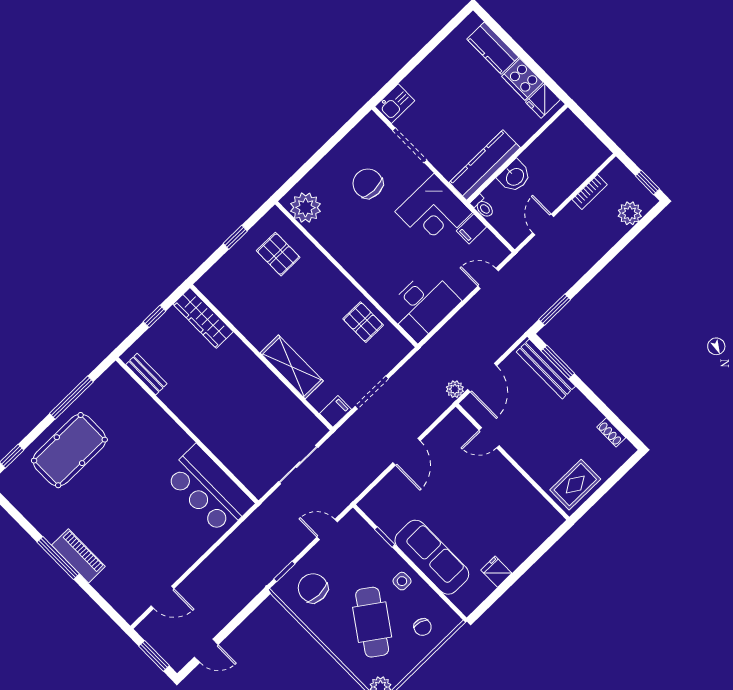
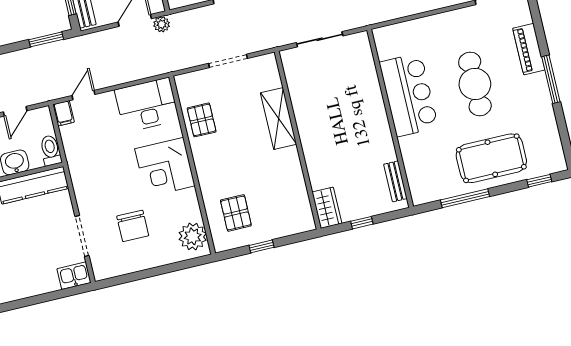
toilet: (483, 207) -> (51, 150), width x1.37, depth x1.39
corner desk: (434, 212) -> (165, 167), moved, turned 180
filing cabinet: (471, 229) -> (64, 113), moved, turned 90
door: (488, 279) -> (84, 95), swing flipped
wardrobe: (203, 318) -> (327, 208), width x0.67
filing cabinet: (335, 411) -> (265, 63), removed
bar counter: (209, 489) -> (409, 95), moved
cafe table: (127, 511) -> (475, 84), added
piano: (78, 556) -> (529, 49), moved

